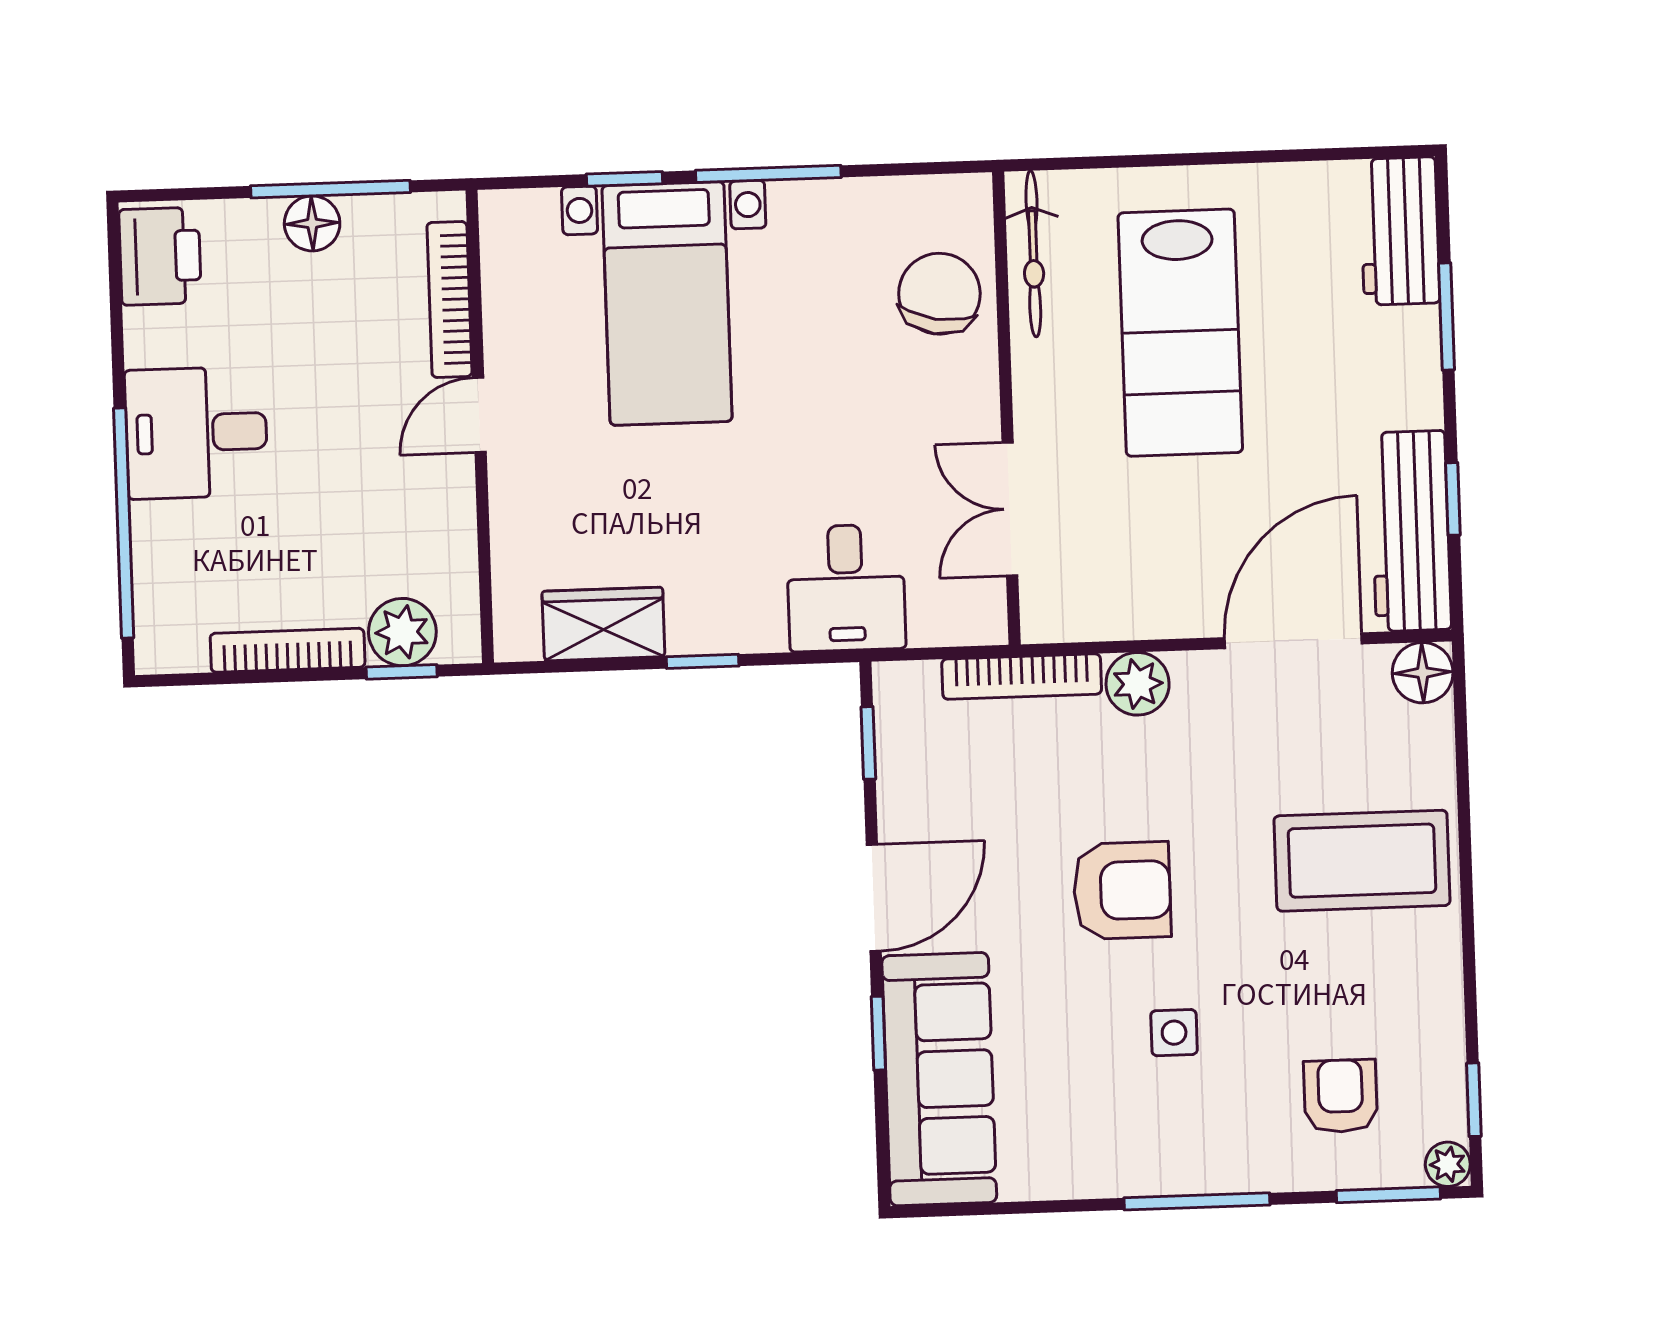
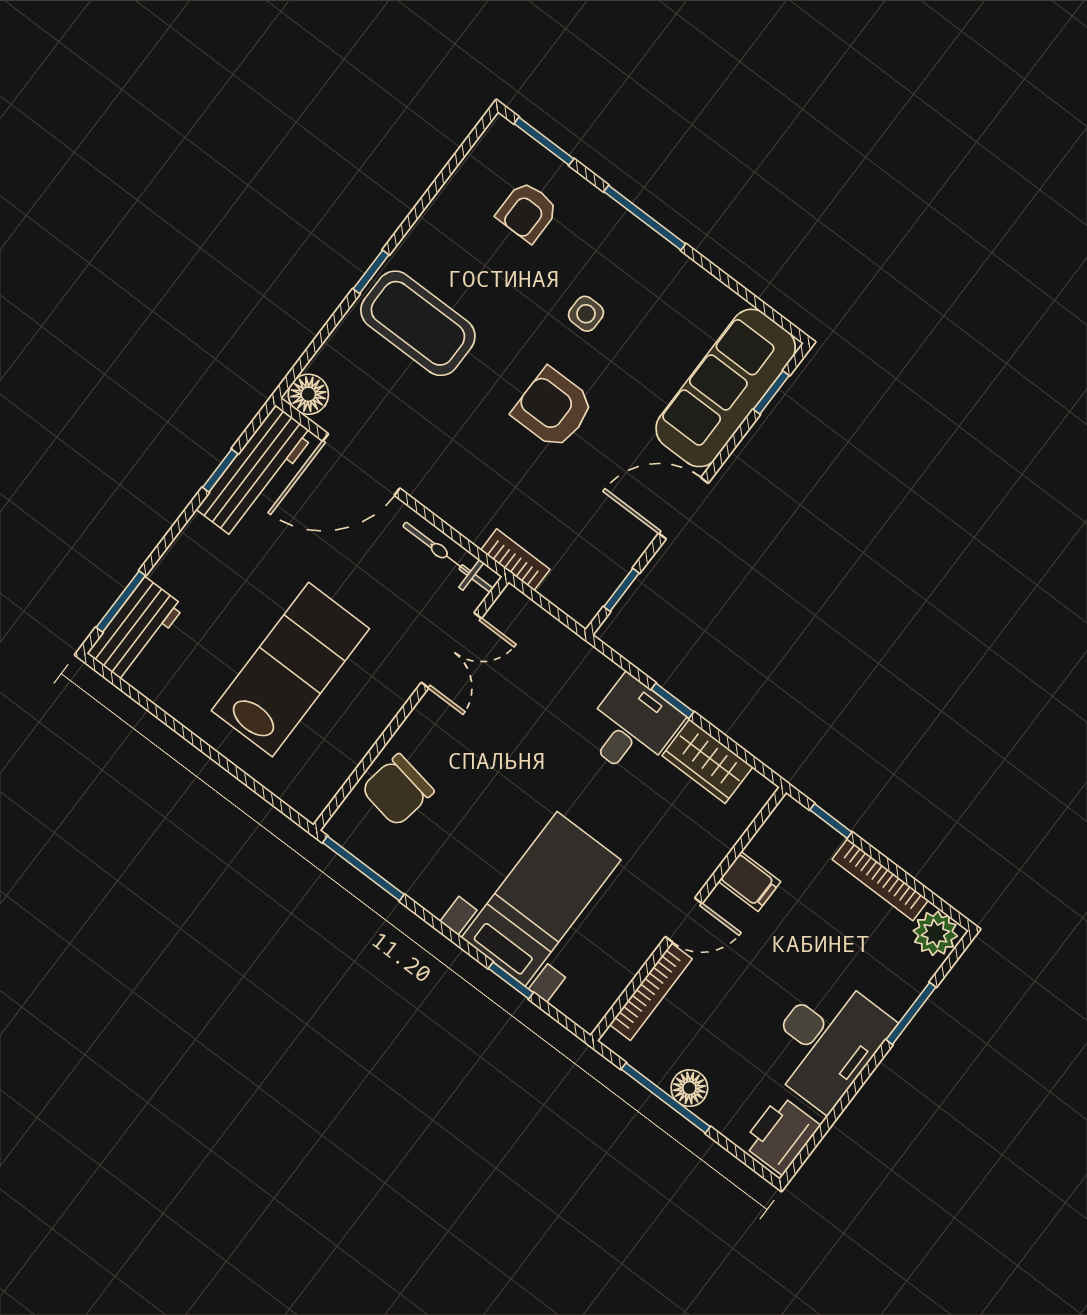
window: (768, 174) -> (363, 868), moved
bicycle: (1033, 254) -> (448, 557), moved, turned -90
window: (1447, 316) -> (121, 602), moved
desk: (196, 433) -> (826, 1042), width x1.37
window: (124, 523) -> (911, 1013), width x0.47
filing cabinet: (439, 523) -> (750, 881), added
desk: (846, 588) -> (632, 727), moved
plant: (402, 632) -> (935, 933), moved
bookcase: (1022, 677) -> (515, 560), width x0.64
plant: (1138, 684) -> (459, 508), removed
window: (878, 1033) -> (771, 393), moved
window: (1474, 1100) -> (371, 272), moved
plant: (1448, 1164) -> (501, 132), removed

